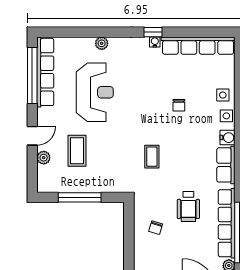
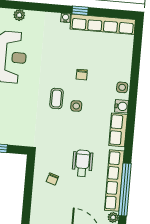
window: (153, 32) -> (80, 11), moved
side table: (223, 95) -> (76, 106), moved
coffee table: (152, 157) -> (57, 99), moved
wheelchair: (188, 207) -> (82, 163), turned 180

